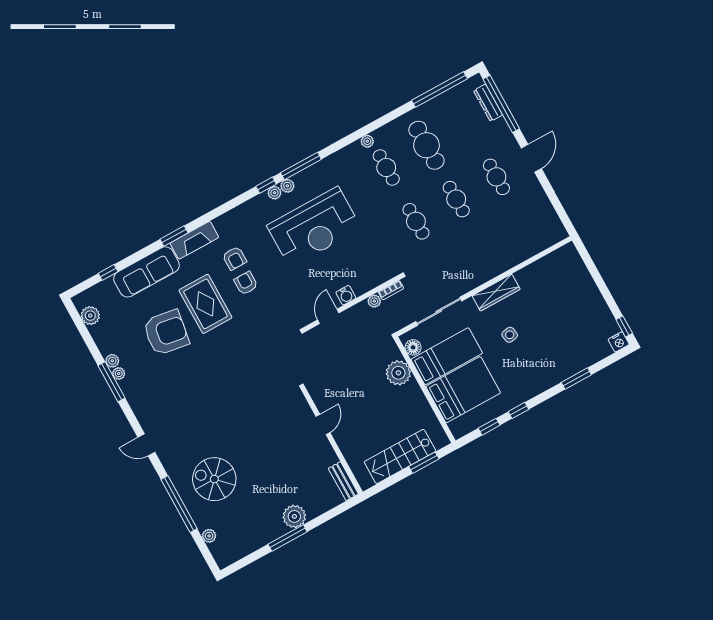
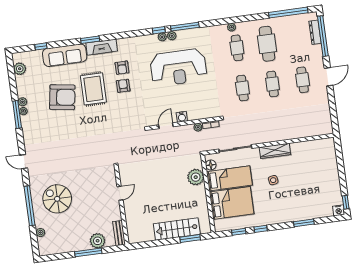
door: (323, 424) -> (120, 193), moved
wall: (332, 441) -> (122, 206), moved
bench: (343, 481) -> (119, 233), moved

